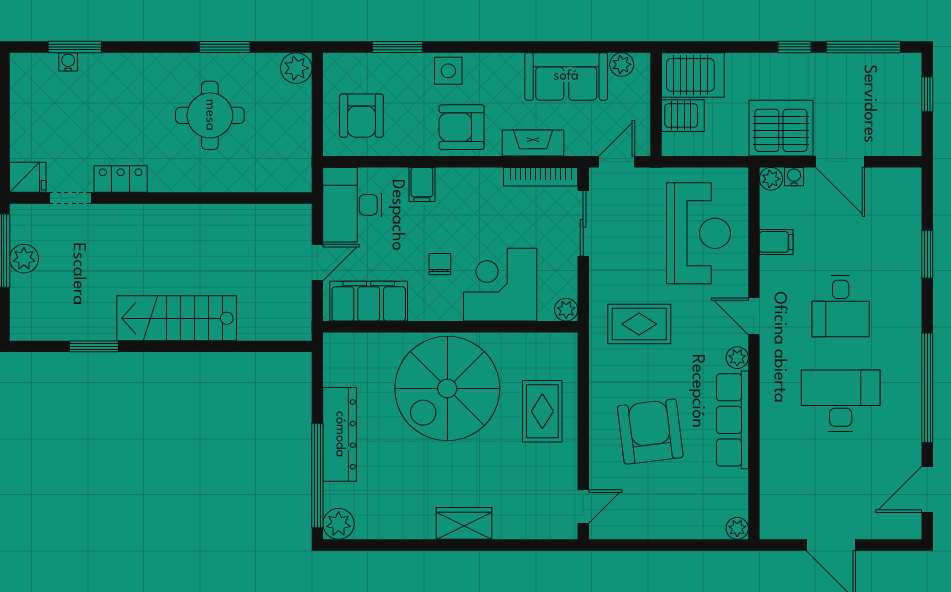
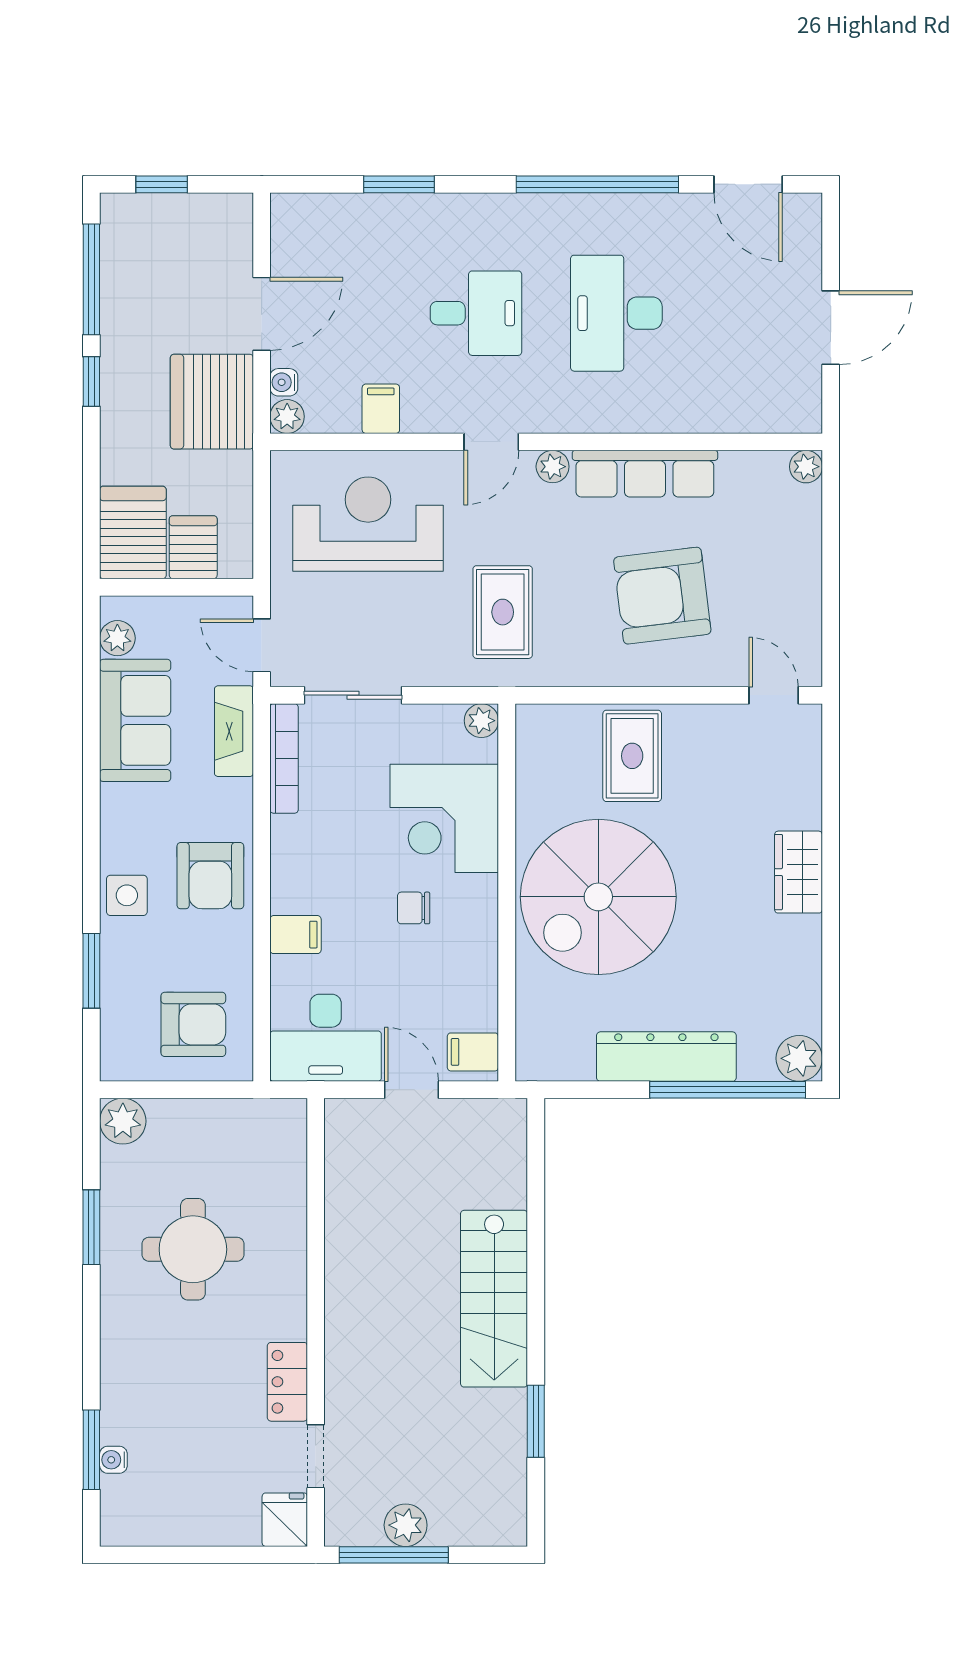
fireplace: (533, 143) -> (234, 731), moved
filing cabinet: (369, 301) -> (473, 1052), width x0.33, depth x0.86
spiral stairs: (447, 388) -> (598, 897), turned 90
rug: (542, 411) -> (632, 756), turned 90

